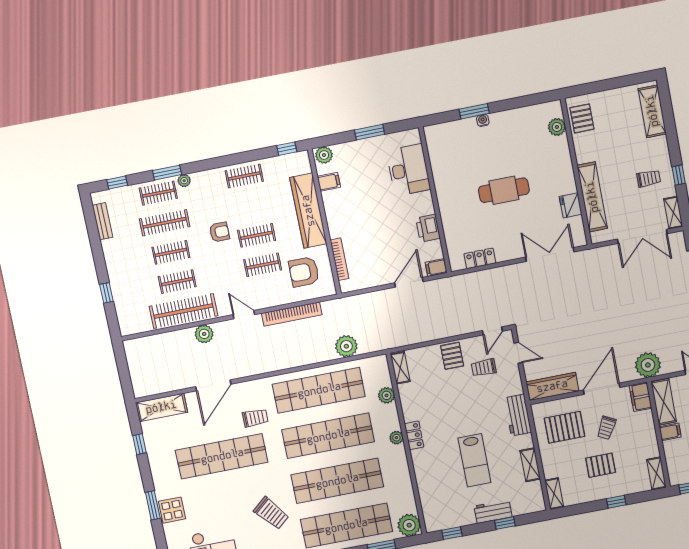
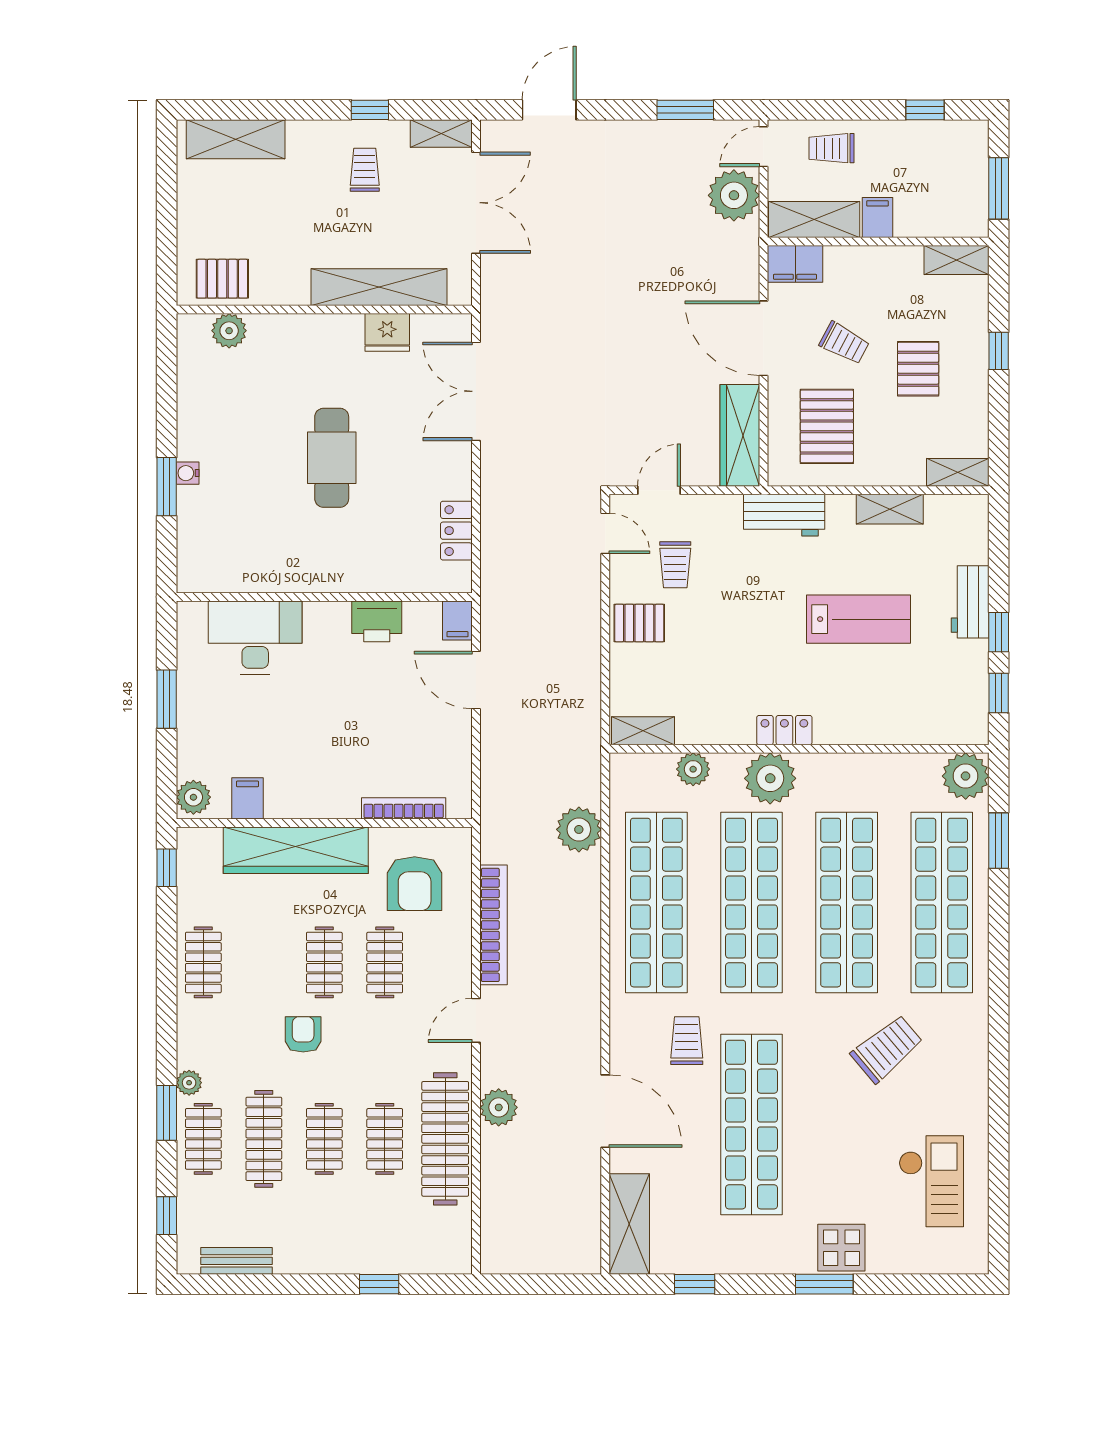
plant: (648, 365) -> (734, 195), moved
plant: (396, 438) -> (770, 778), width x1.87, depth x1.87
window: (505, 523) -> (999, 632), moved

